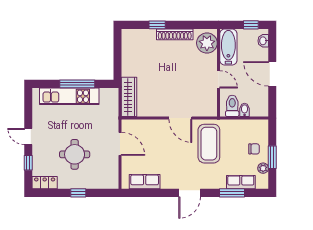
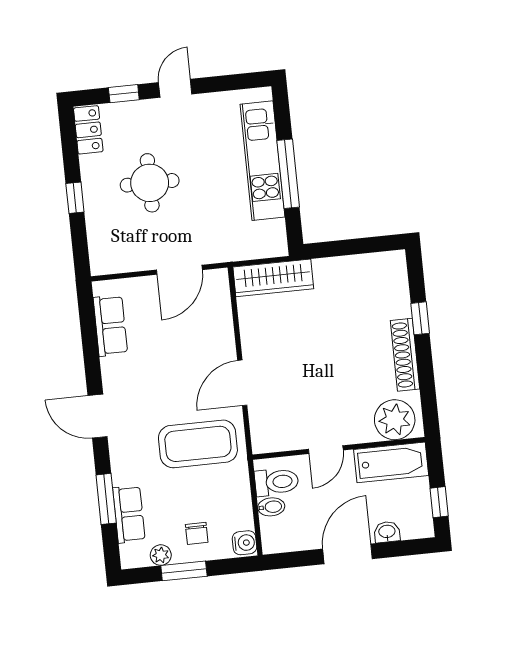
washbasin: (263, 41) -> (387, 532), moved
water cooler: (261, 125) -> (244, 543), added

